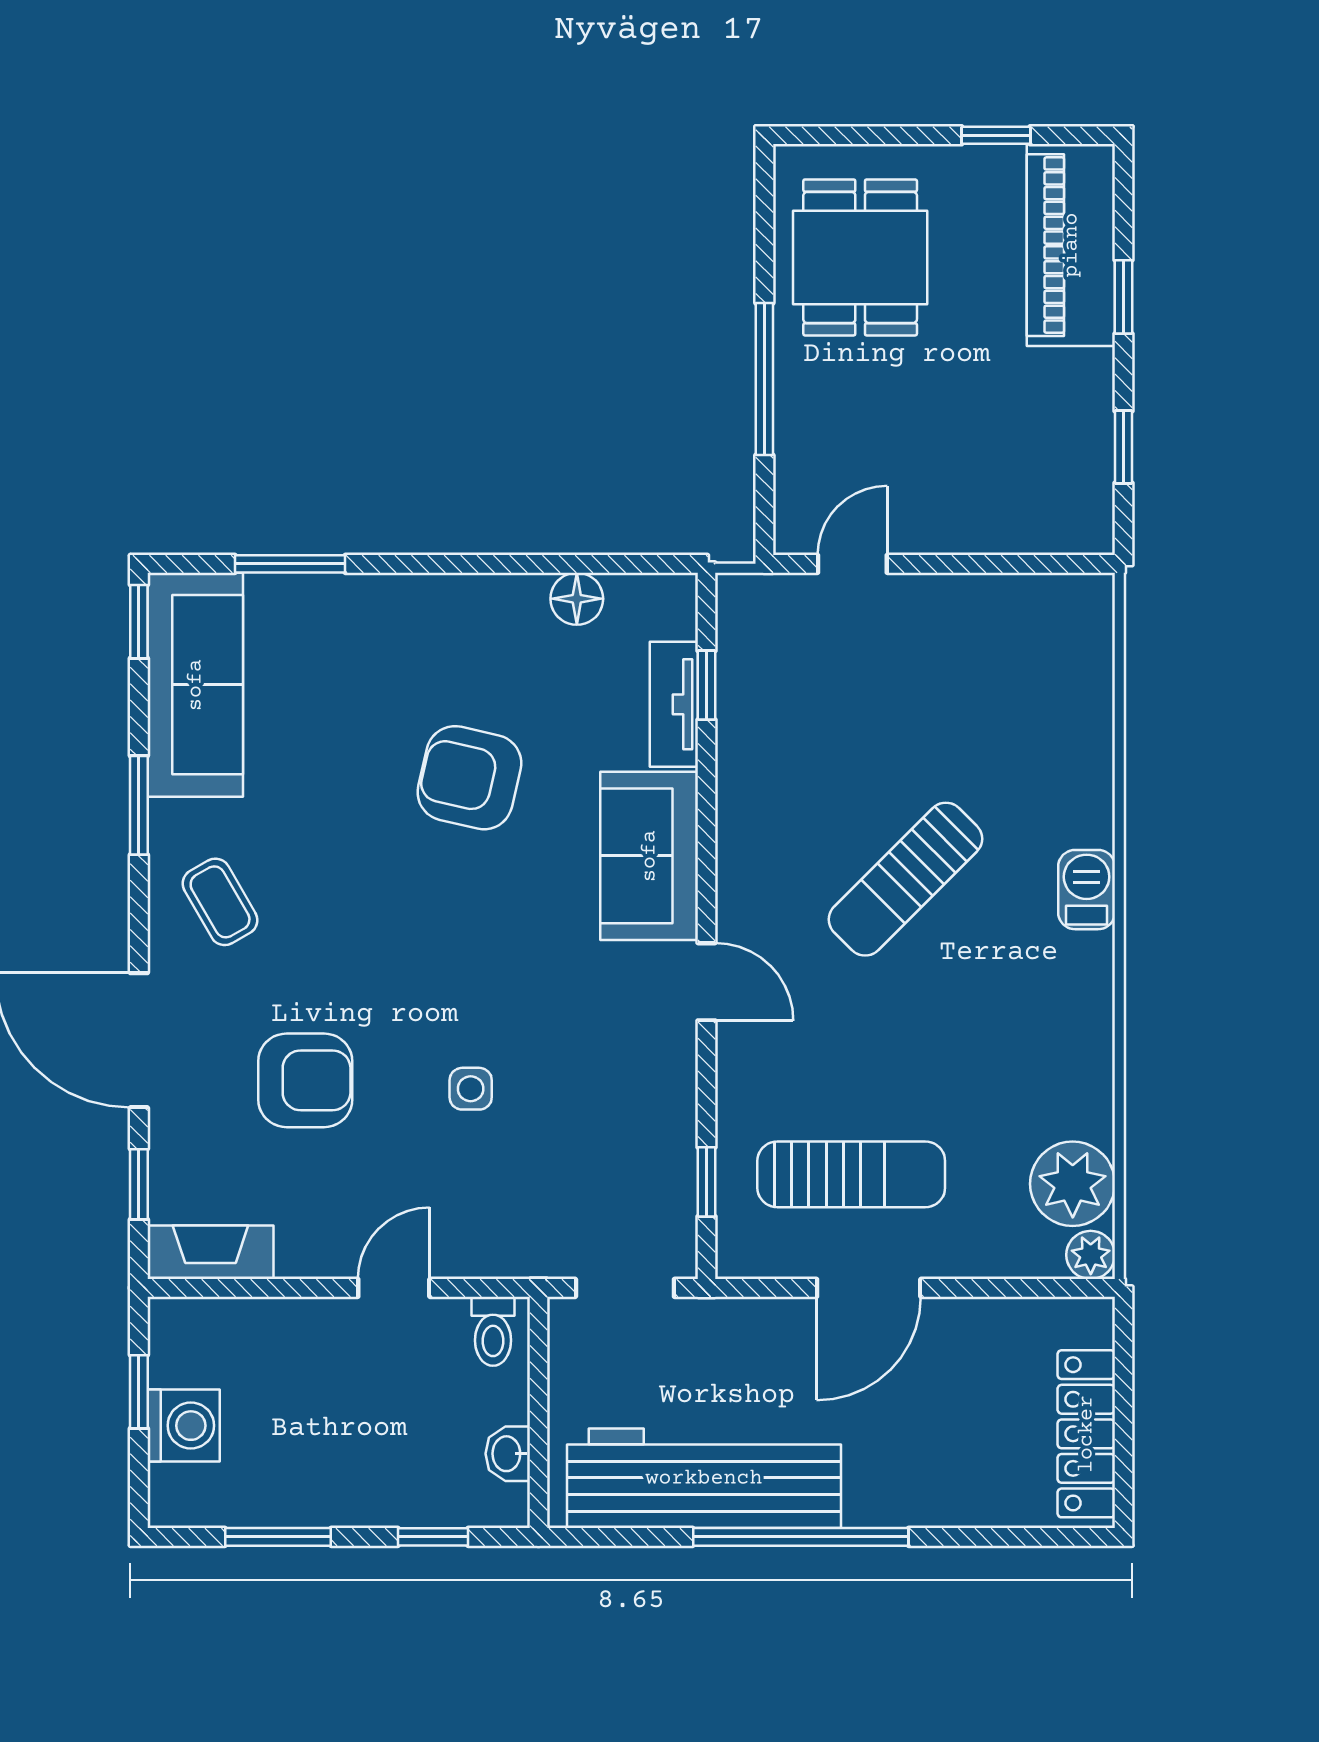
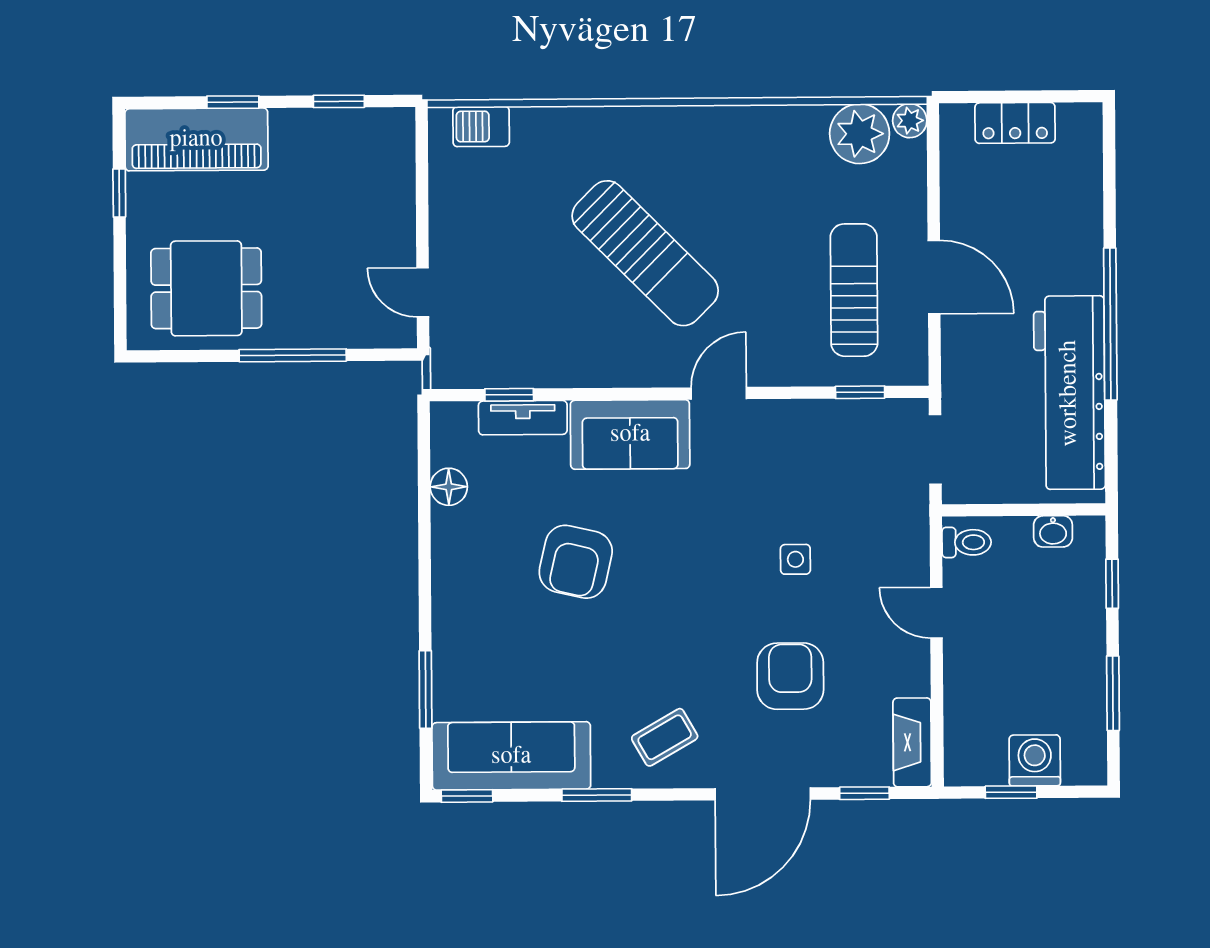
sun lounger: (905, 879) -> (645, 253), width x1.36, depth x1.34
barbecue: (1087, 890) -> (481, 126), moved
locker: (1086, 1434) -> (1015, 123), width x0.66

